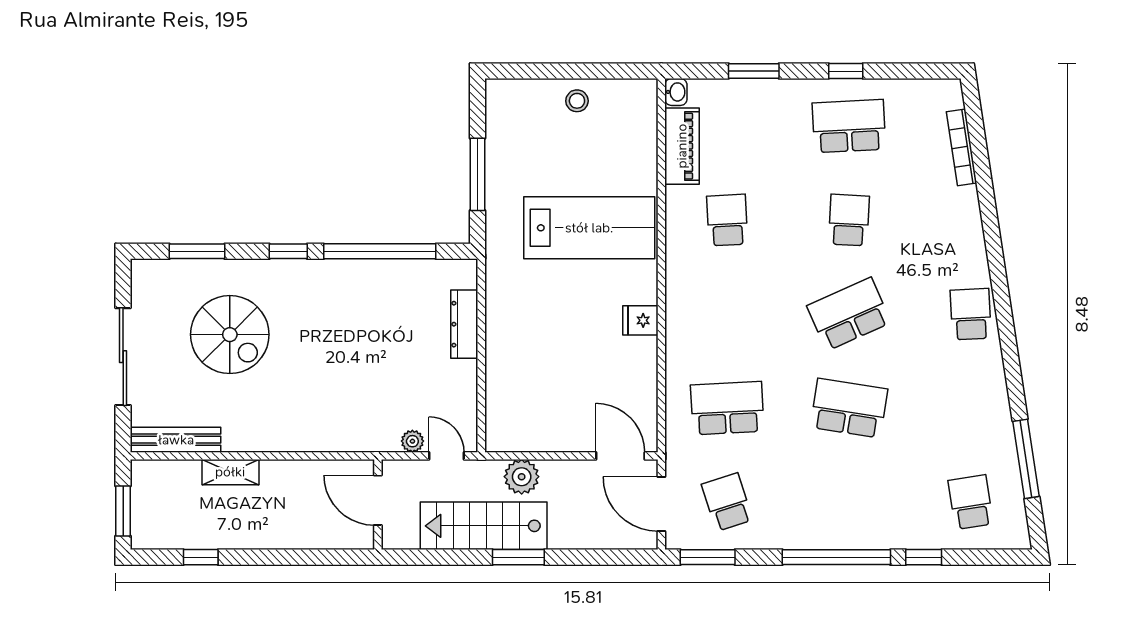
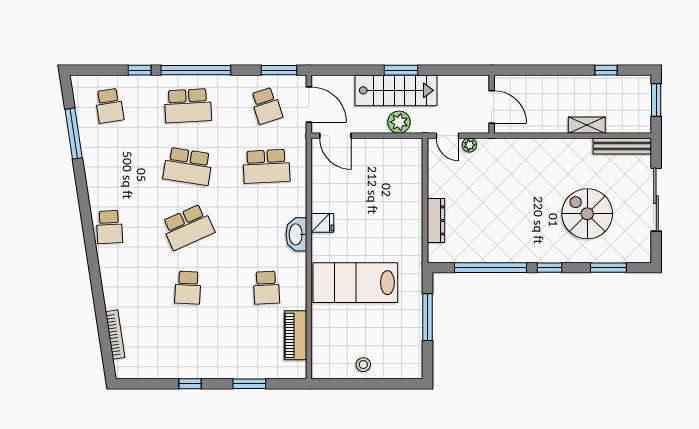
washbasin: (676, 92) -> (296, 234), moved, width x1.91, depth x1.45
school desk: (849, 126) -> (188, 106), moved
stairs: (484, 526) -> (396, 90), moved

